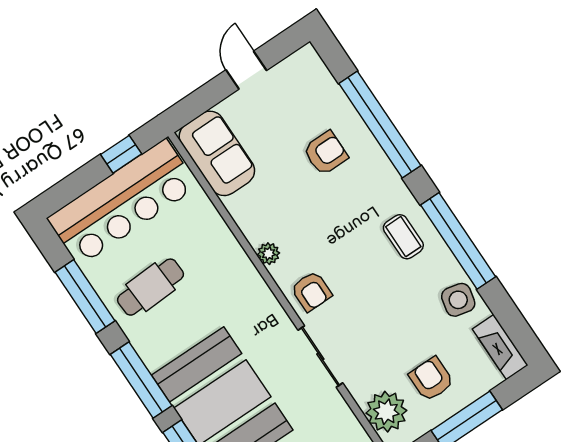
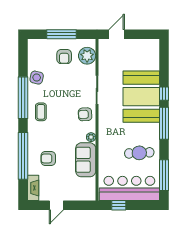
sofa: (217, 153) -> (86, 160), moved
armchair: (311, 291) -> (85, 114), turned -93
window: (85, 296) -> (164, 175), moved
fireplace: (500, 347) -> (33, 188), moved

